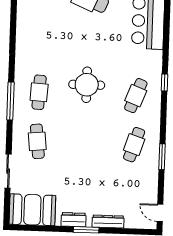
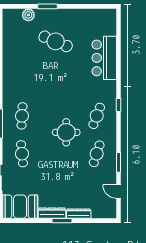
round table: (87, 85) -> (66, 132), moved
door: (160, 213) -> (118, 192), moved
dresser: (74, 220) -> (52, 213), width x1.44

